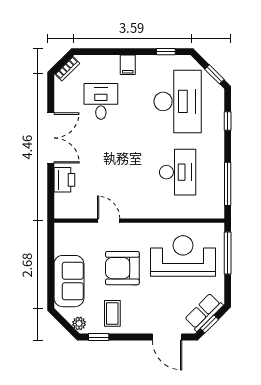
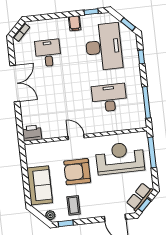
filing cabinet: (128, 65) -> (75, 23), moved
desk: (178, 172) -> (109, 98), turned -90
printer: (64, 180) -> (32, 133), moved, turned -90
door: (109, 221) -> (76, 137), moved

